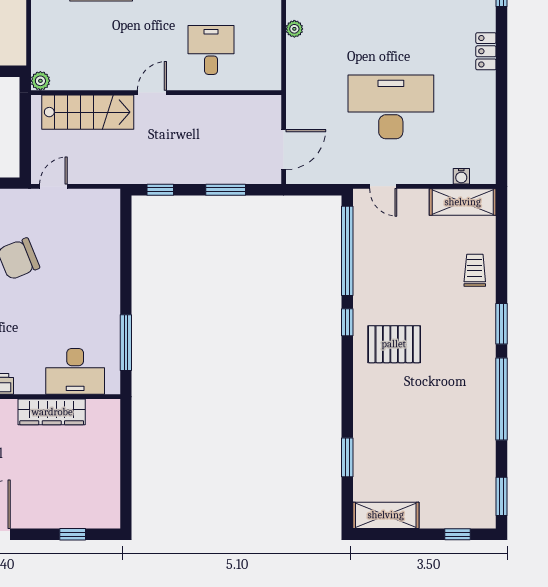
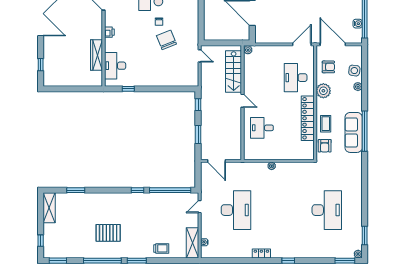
desk: (211, 50) -> (262, 128), turned 180
window: (126, 343) -> (128, 89), width x0.46
pallet: (394, 344) -> (108, 233), moved, turned 90

